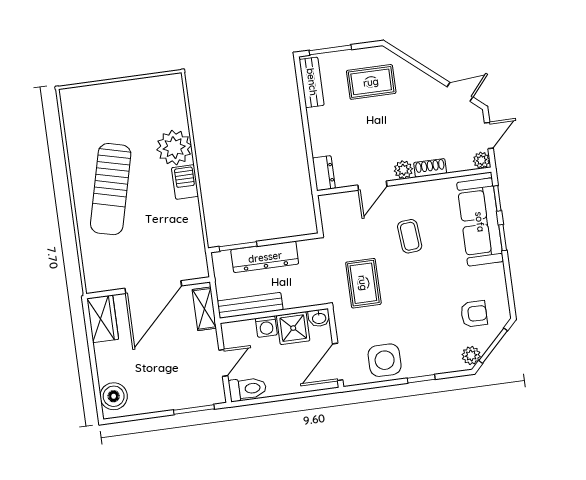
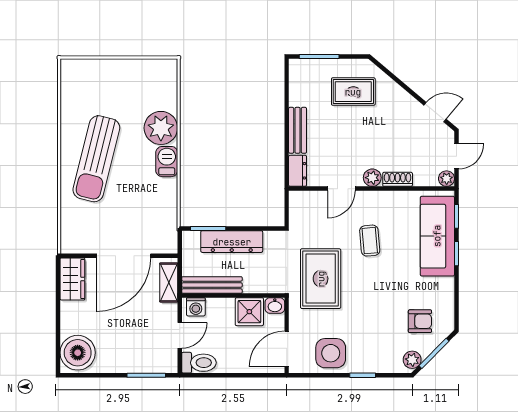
bench: (312, 82) -> (298, 130), moved
rug: (363, 283) -> (321, 279), width x1.36, depth x1.43
washing machine: (266, 327) -> (196, 307), moved
boiler: (114, 396) -> (78, 353), width x1.37, depth x1.37

